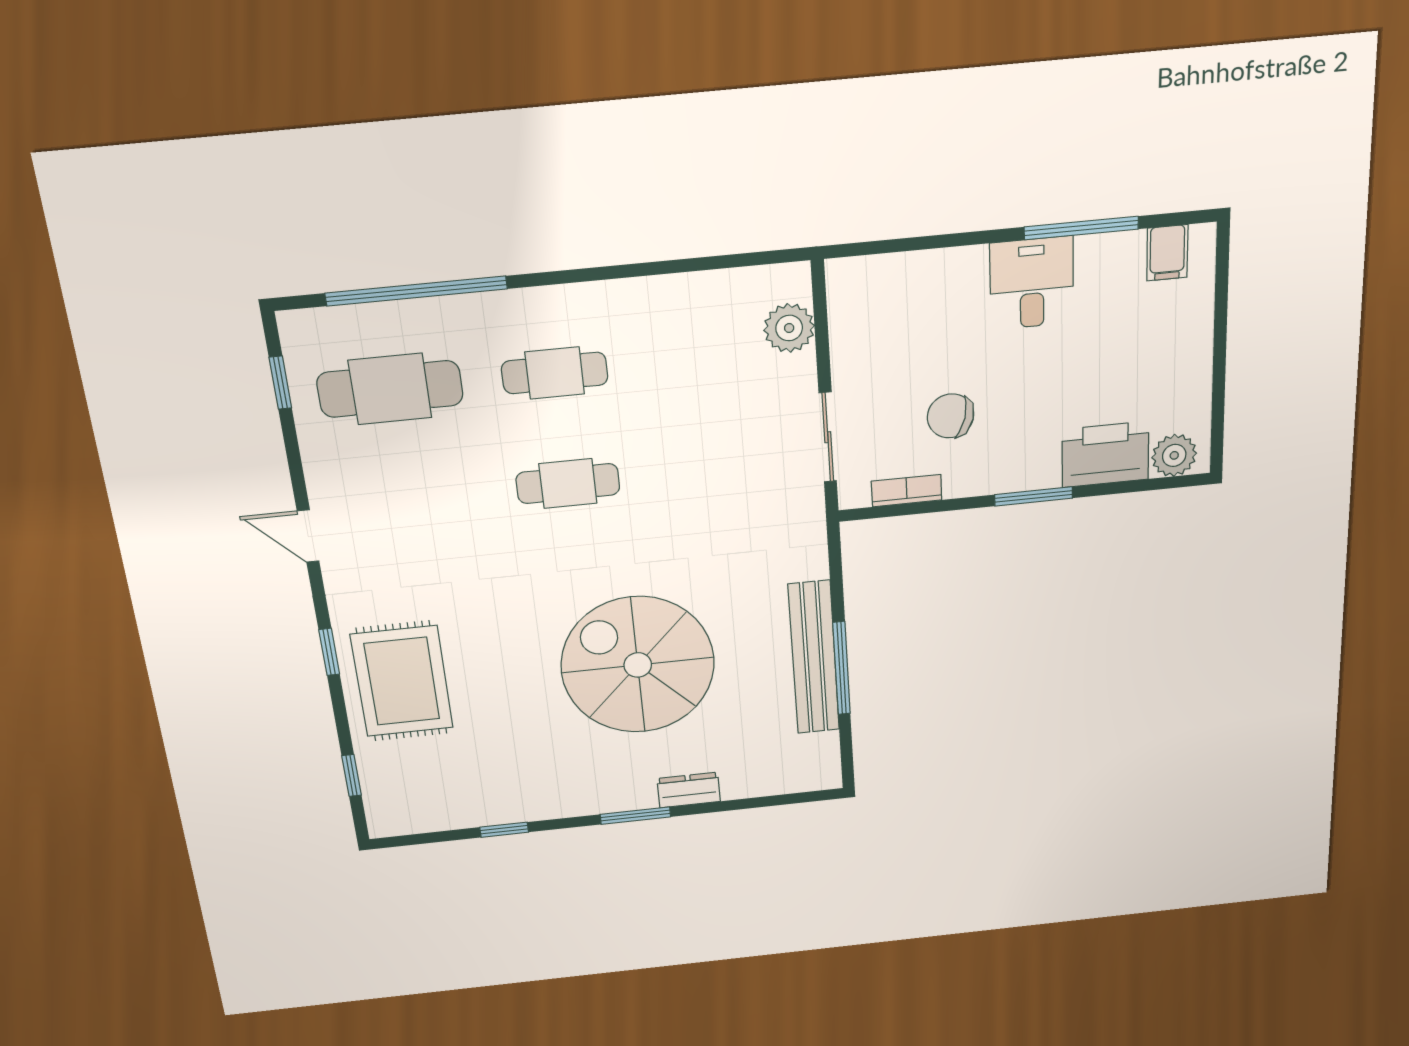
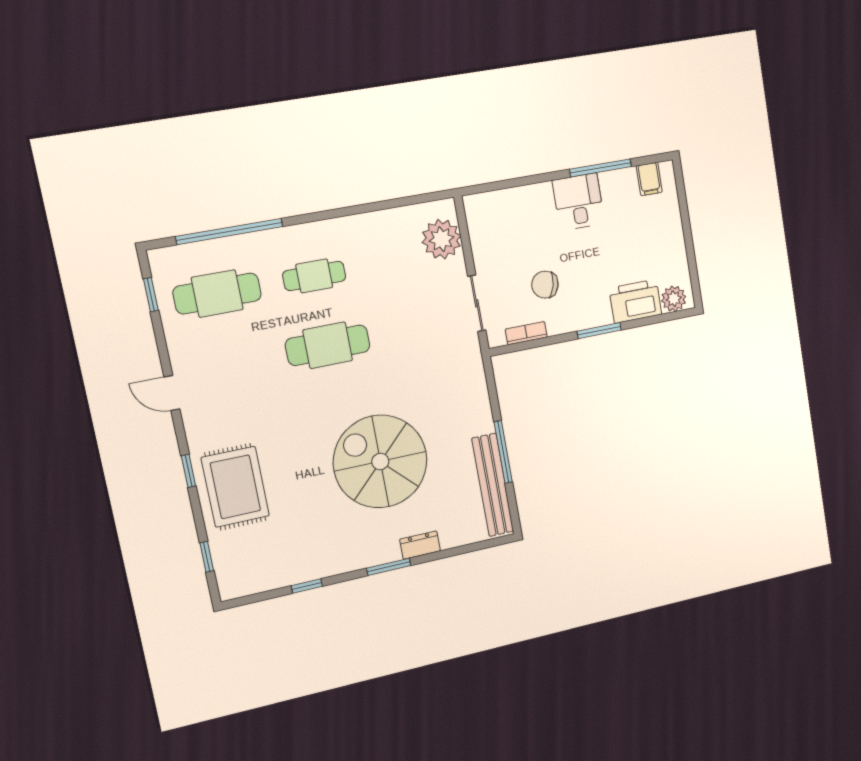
plant: (789, 328) -> (442, 239), width x1.36, depth x1.36
cafe table: (568, 484) -> (328, 345), width x1.37, depth x1.35
bench: (814, 658) -> (493, 485), moved

